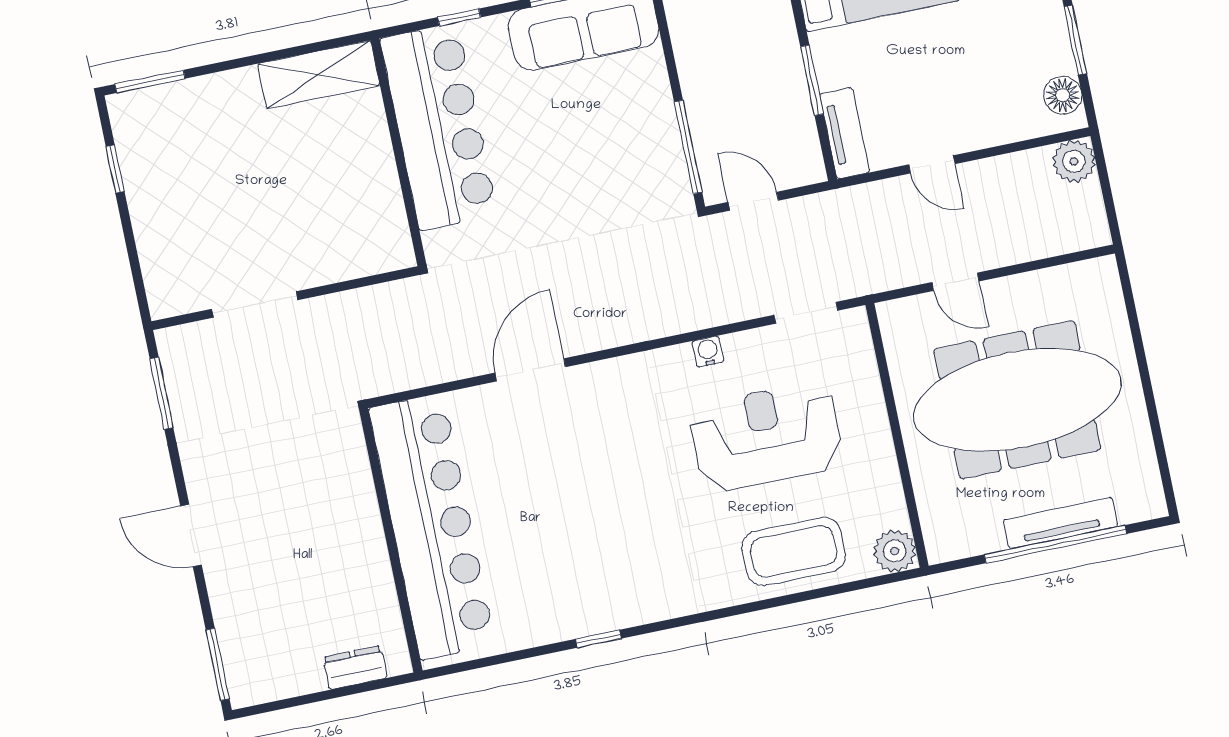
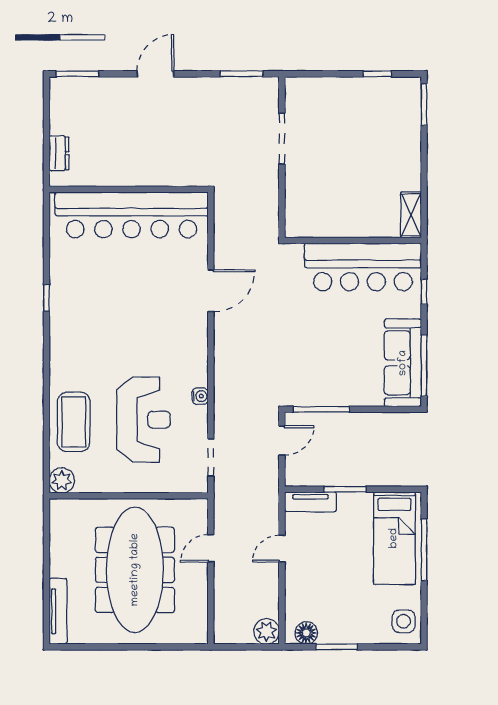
shelving: (319, 75) -> (411, 215), width x0.67, depth x0.75
door: (530, 370) -> (211, 291), hinge flipped
tv unit: (1061, 523) -> (58, 611), moved
window: (1056, 544) -> (46, 575), removed

